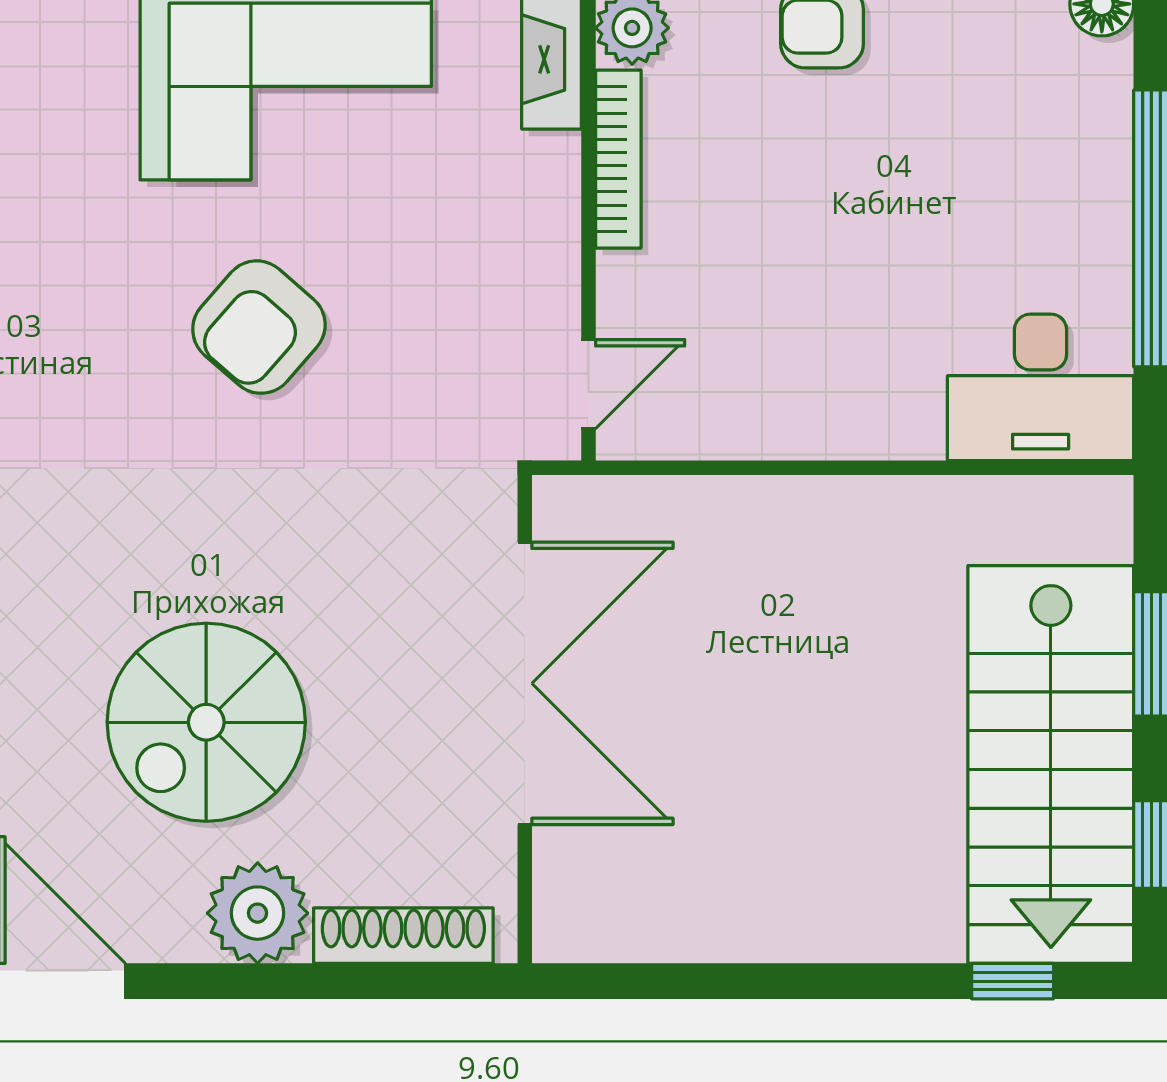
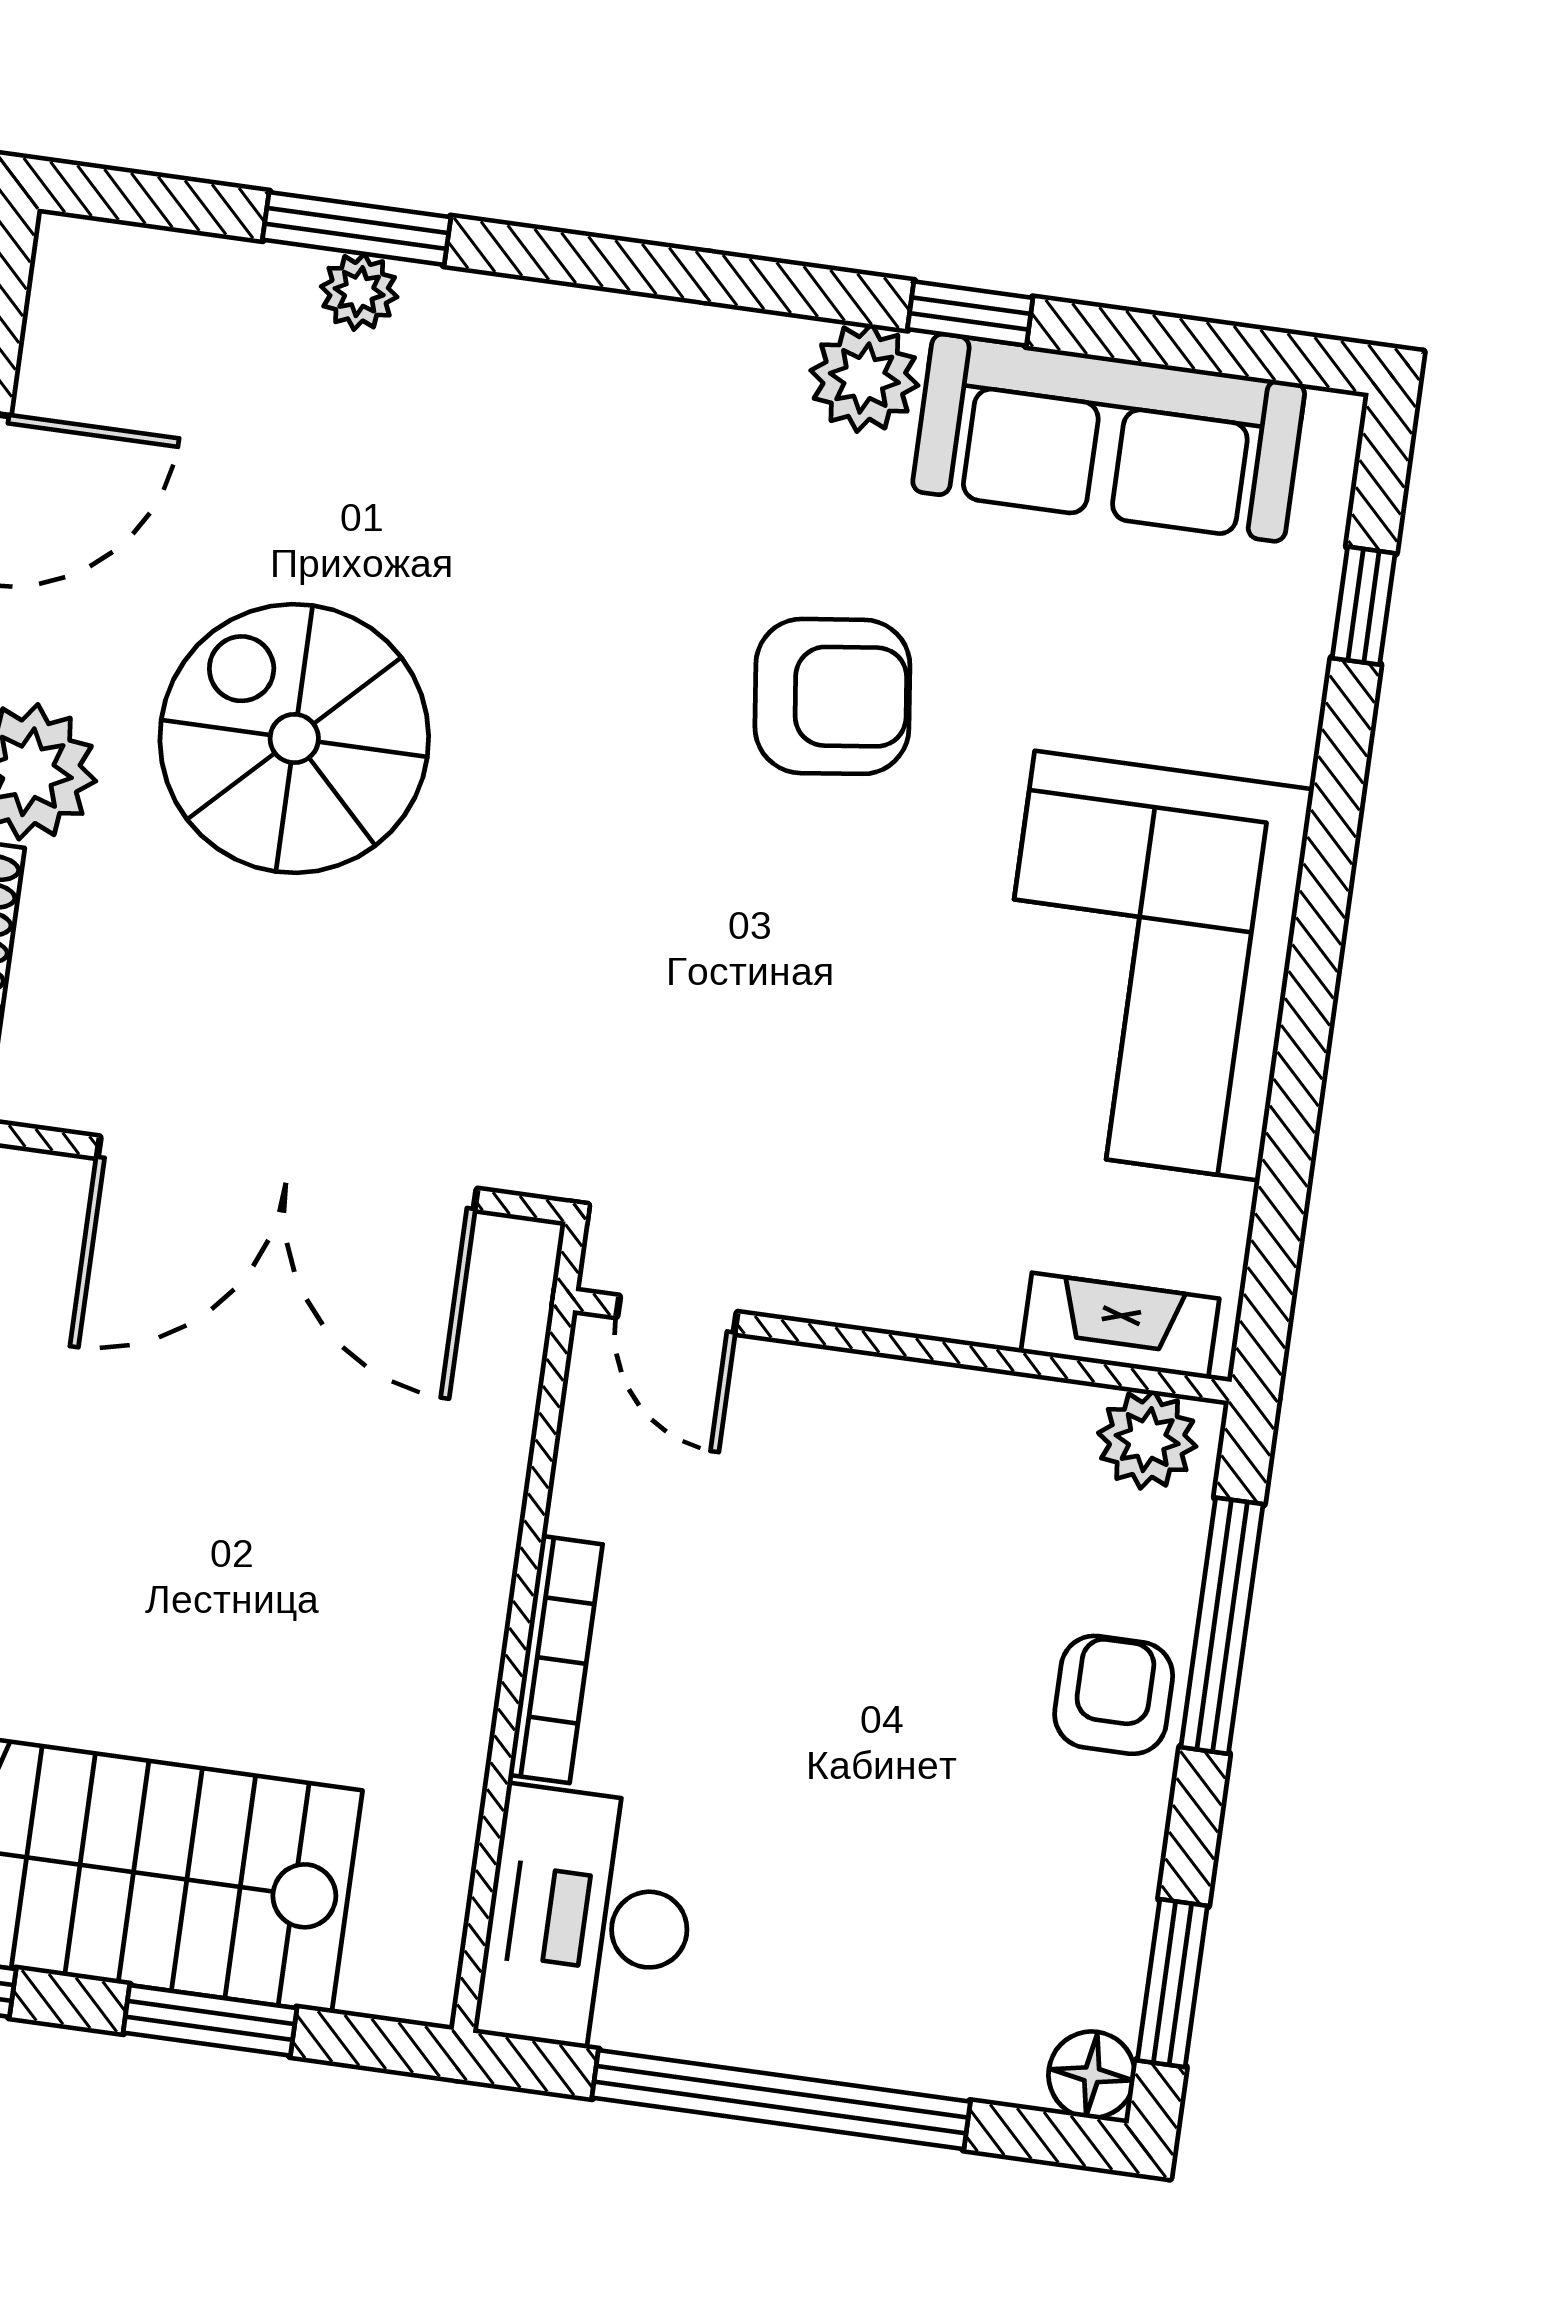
bookcase: (618, 159) -> (556, 1660), moved, turned -90
armchair: (259, 327) -> (832, 696), moved, turned 132

